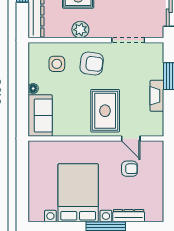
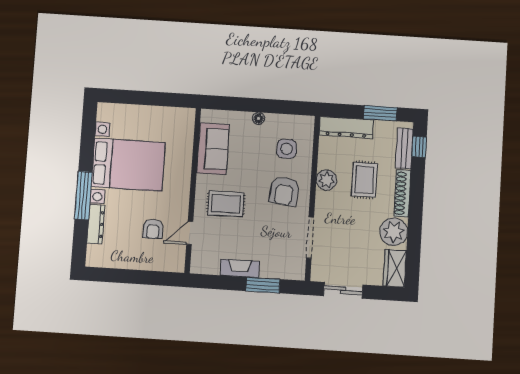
rug: (105, 111) -> (226, 204), width x0.73, depth x0.70
sofa: (40, 116) -> (213, 149), moved, turned -90

